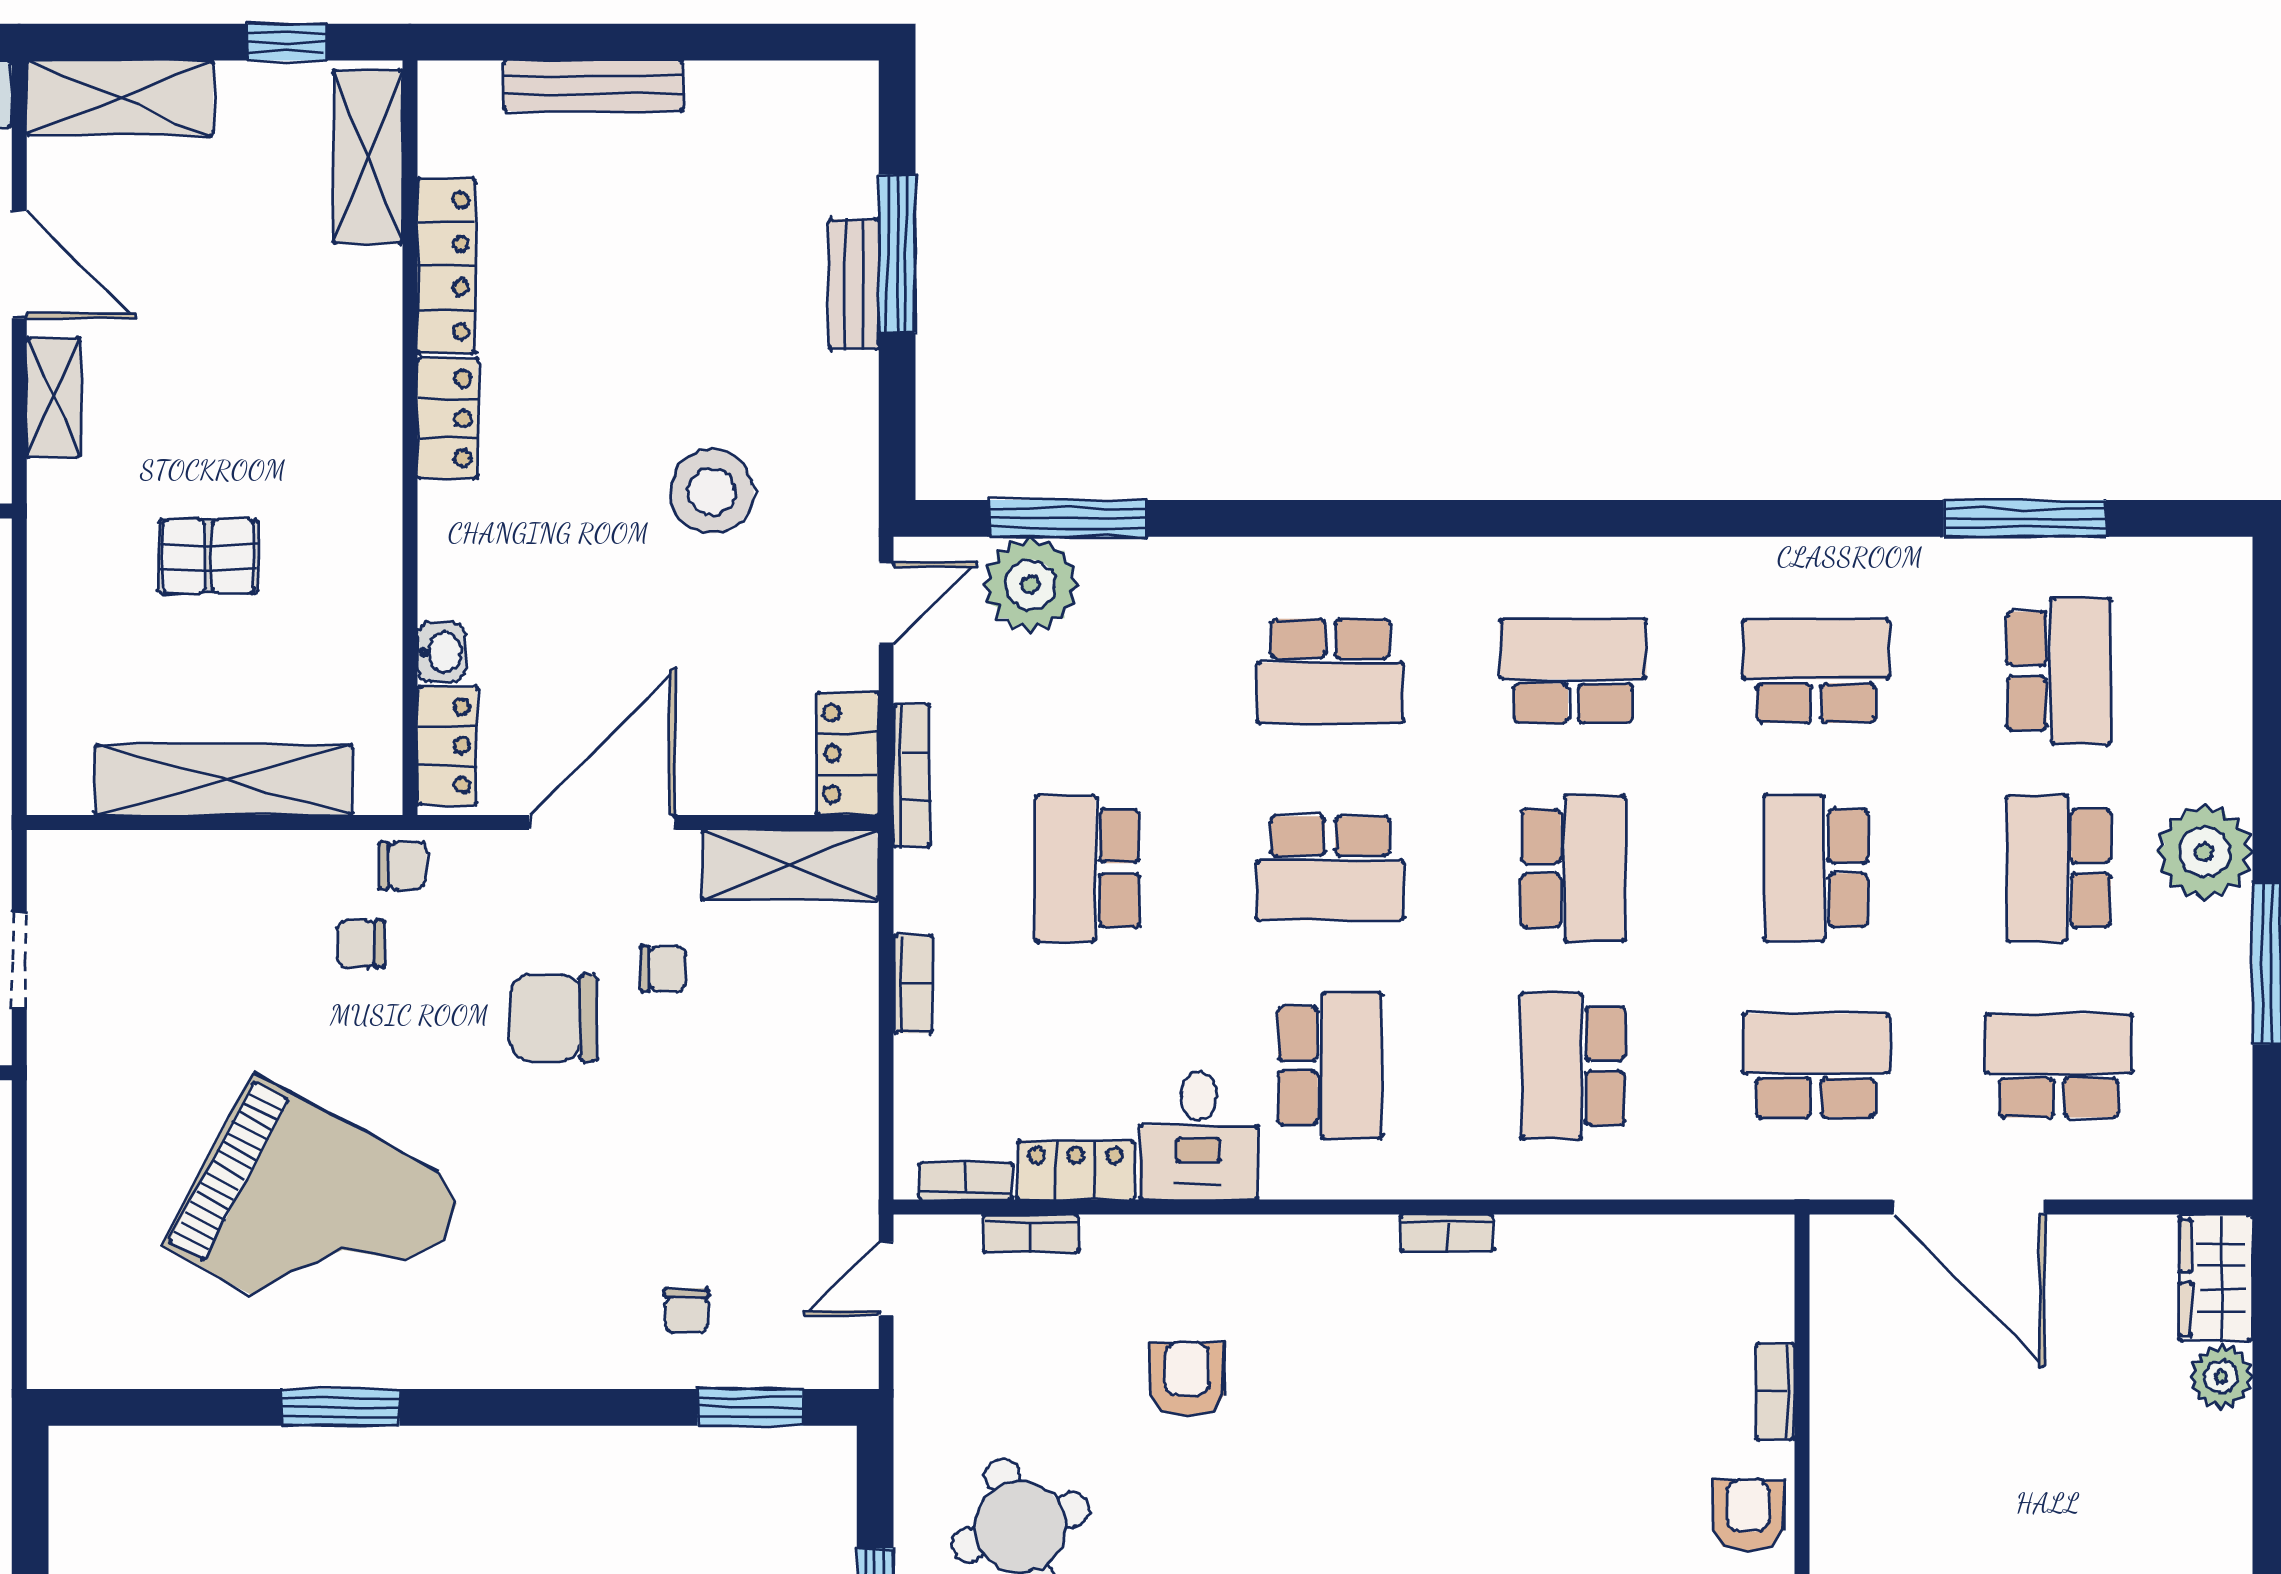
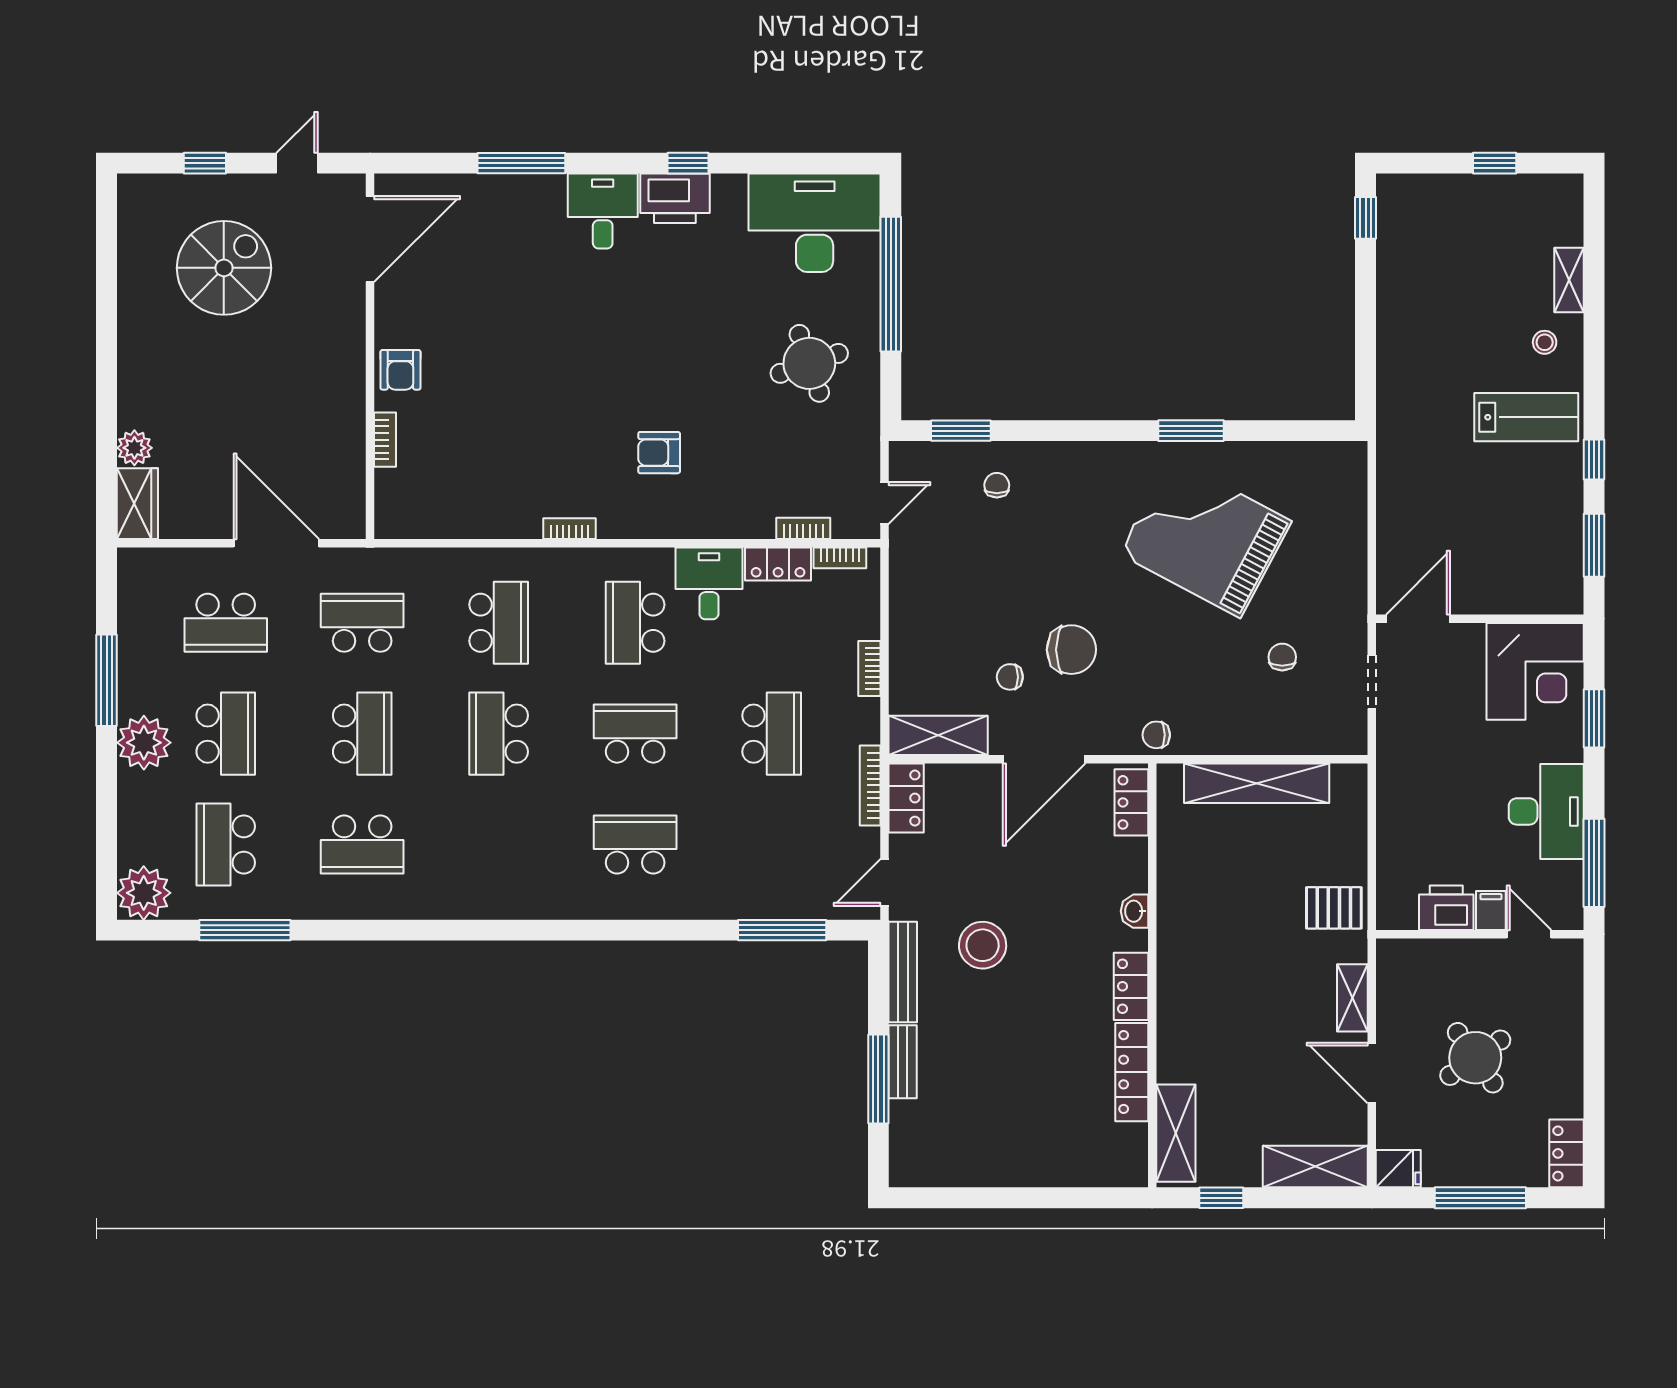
bench: (593, 86) -> (903, 972), moved, turned 90
pallet: (208, 557) -> (1334, 908), moved
plant: (1031, 585) -> (144, 893), moved
washbasin: (441, 652) -> (1134, 911), moved
school desk: (1573, 671) -> (499, 844), removed
chair: (361, 944) -> (1282, 657), moved, turned -90
school desk: (1816, 1066) -> (362, 623), turned 180
armchair: (1187, 1380) -> (659, 453), moved, turned 90

